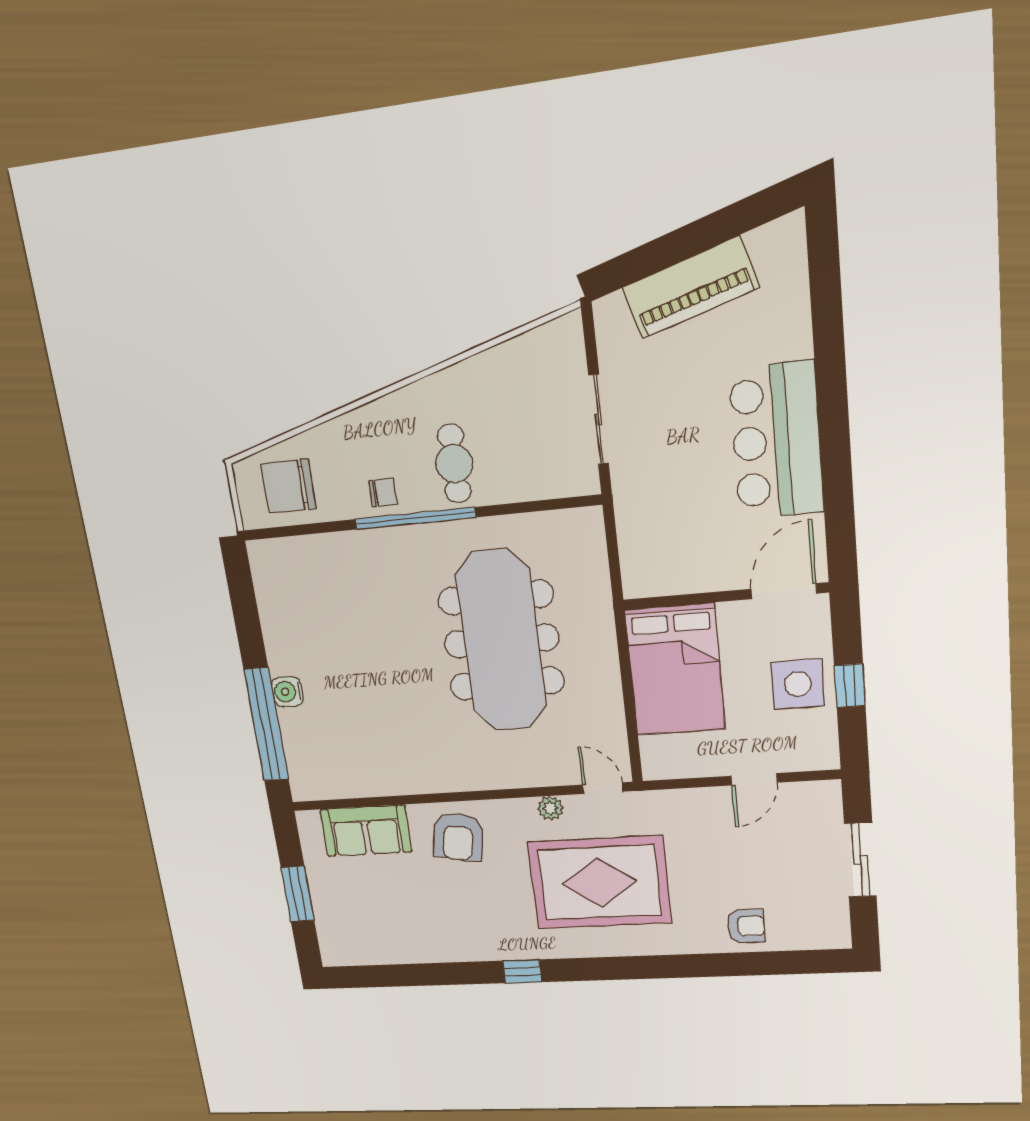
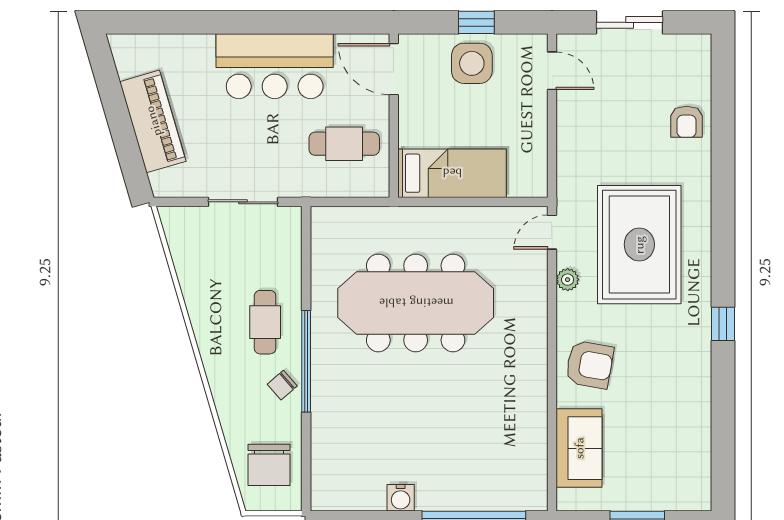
cafe table: (454, 463) -> (265, 322), turned 90
chair: (383, 492) -> (282, 385), turned -131
cafe table: (684, 539) -> (344, 144), added
bed: (675, 670) -> (452, 173), width x0.67
water cooler: (287, 692) -> (401, 498), moved
door: (754, 779) -> (552, 71), moved
armchair: (746, 926) -> (687, 122), turned 180

